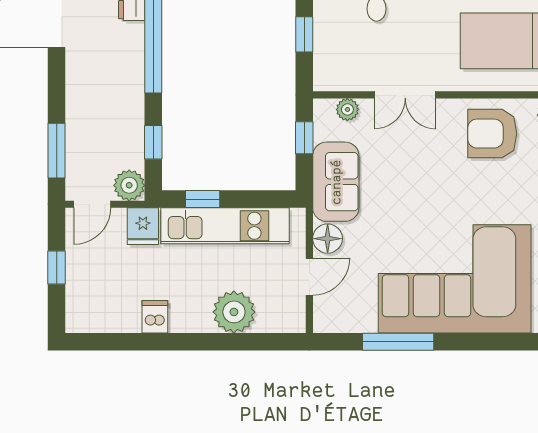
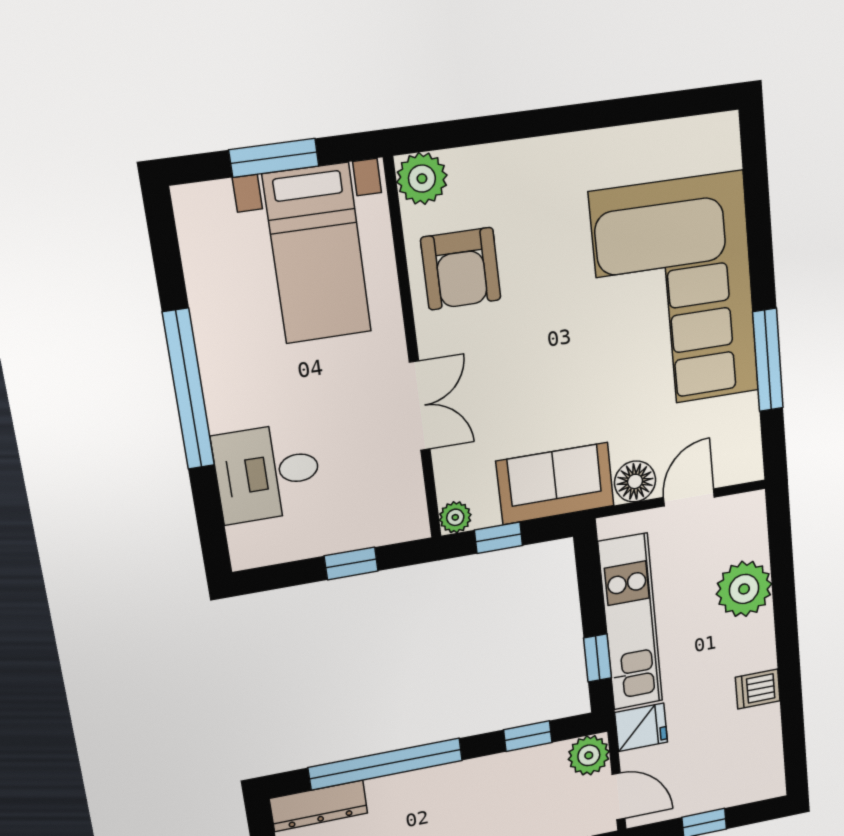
plant: (347, 109) -> (455, 517), moved
door: (309, 277) -> (689, 497), hinge flipped

